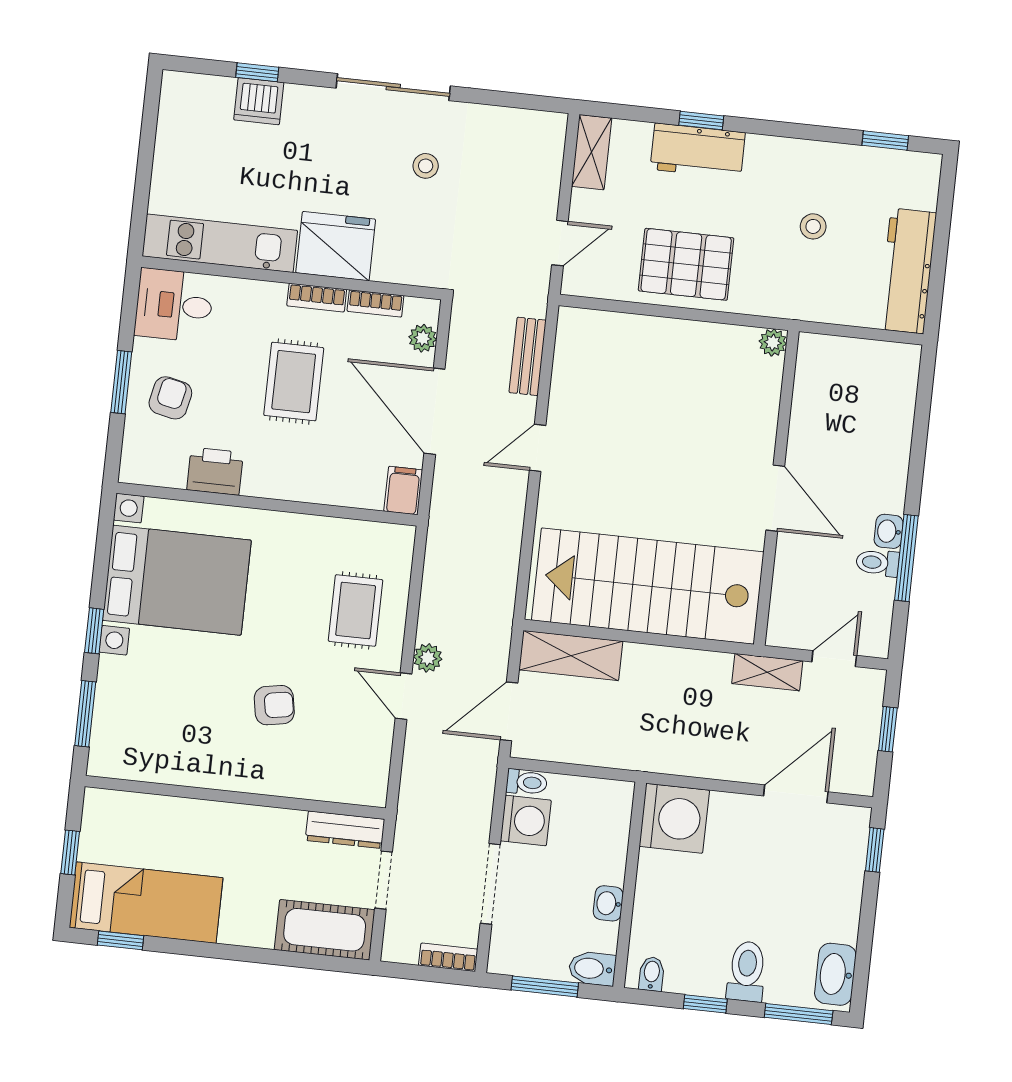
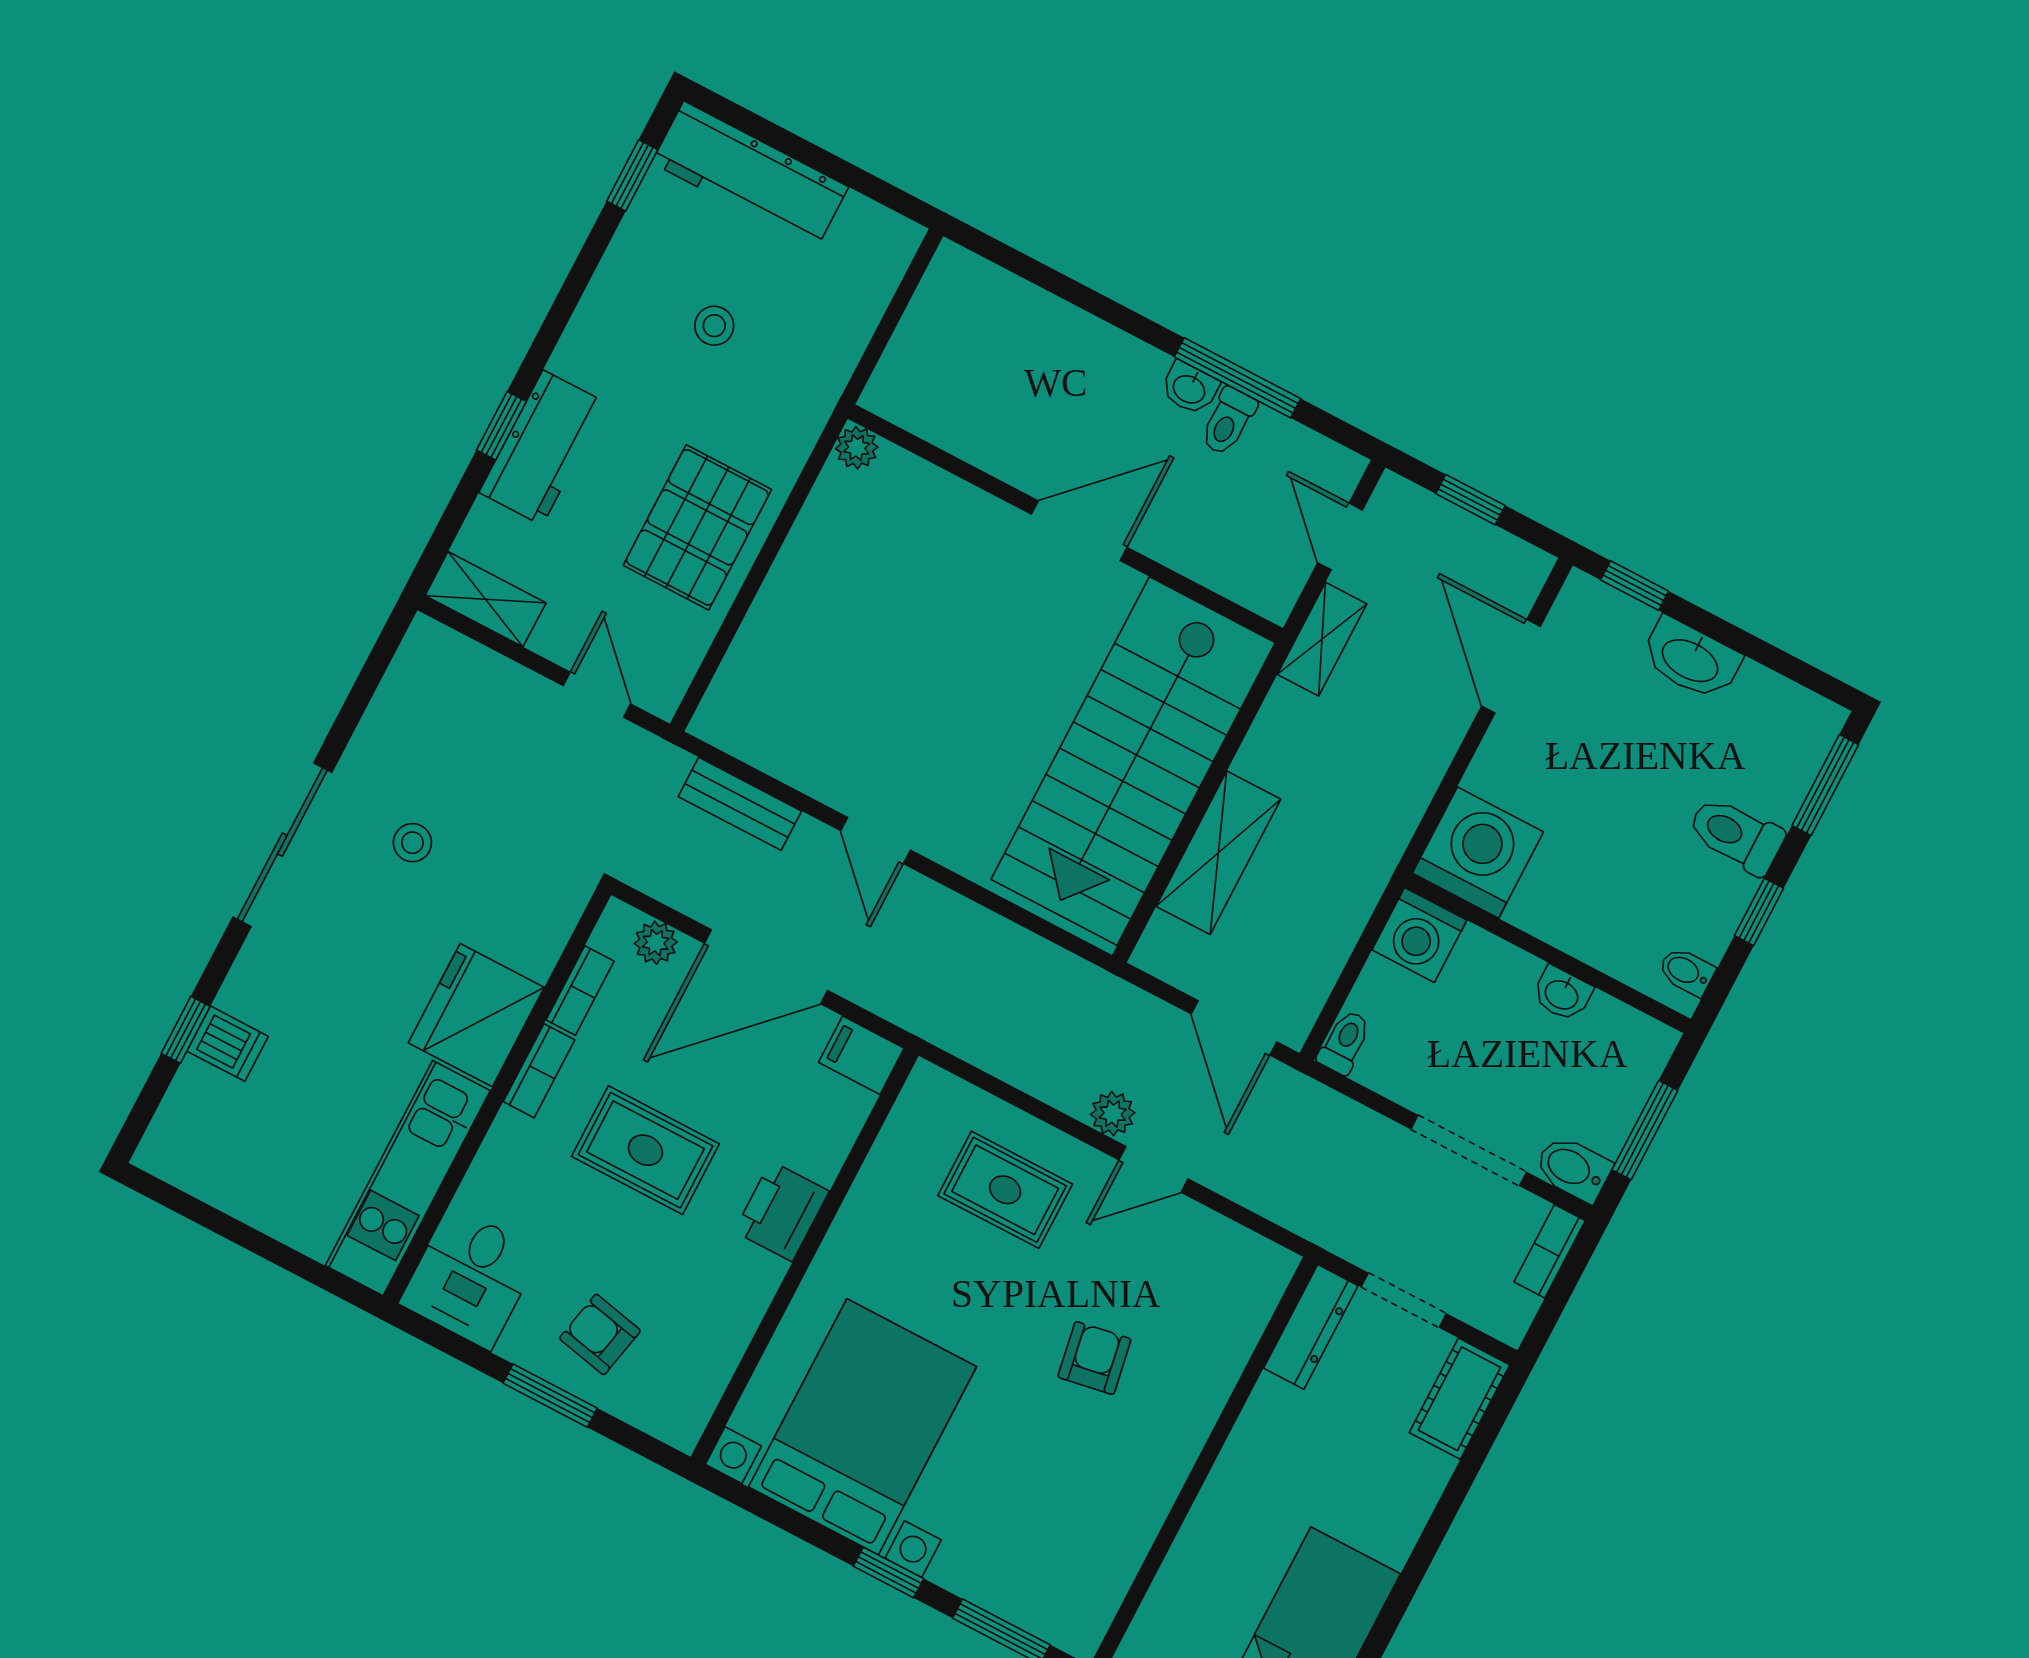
dishwasher: (259, 101) -> (228, 1044), width x0.73
workbench: (907, 271) -> (750, 175), moved
printer: (215, 471) -> (782, 1211), moved
shelving: (571, 656) -> (1218, 853), moved
washing machine: (526, 821) -> (1419, 935), moved, turned 180
cot: (325, 930) -> (1459, 1399), width x0.73, depth x0.75
bidet: (592, 969) -> (1573, 1169), moved, turned 90
washbasin: (835, 974) -> (1691, 659), moved

